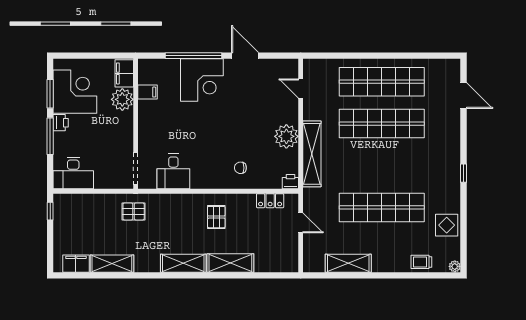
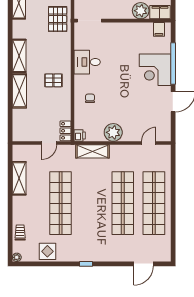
filing cabinet: (147, 92) -> (159, 29), moved
shelving: (312, 154) -> (93, 151), width x0.68
desk: (173, 171) -> (87, 62), moved
locker: (270, 201) -> (66, 131), moved
pallet: (134, 211) -> (58, 19), width x1.50, depth x1.42

